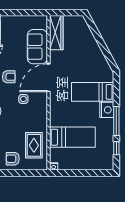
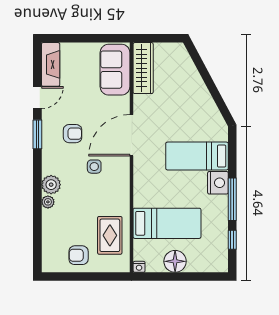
sofa: (37, 47) -> (115, 70), moved
floor lamp: (78, 163) -> (175, 261), added

